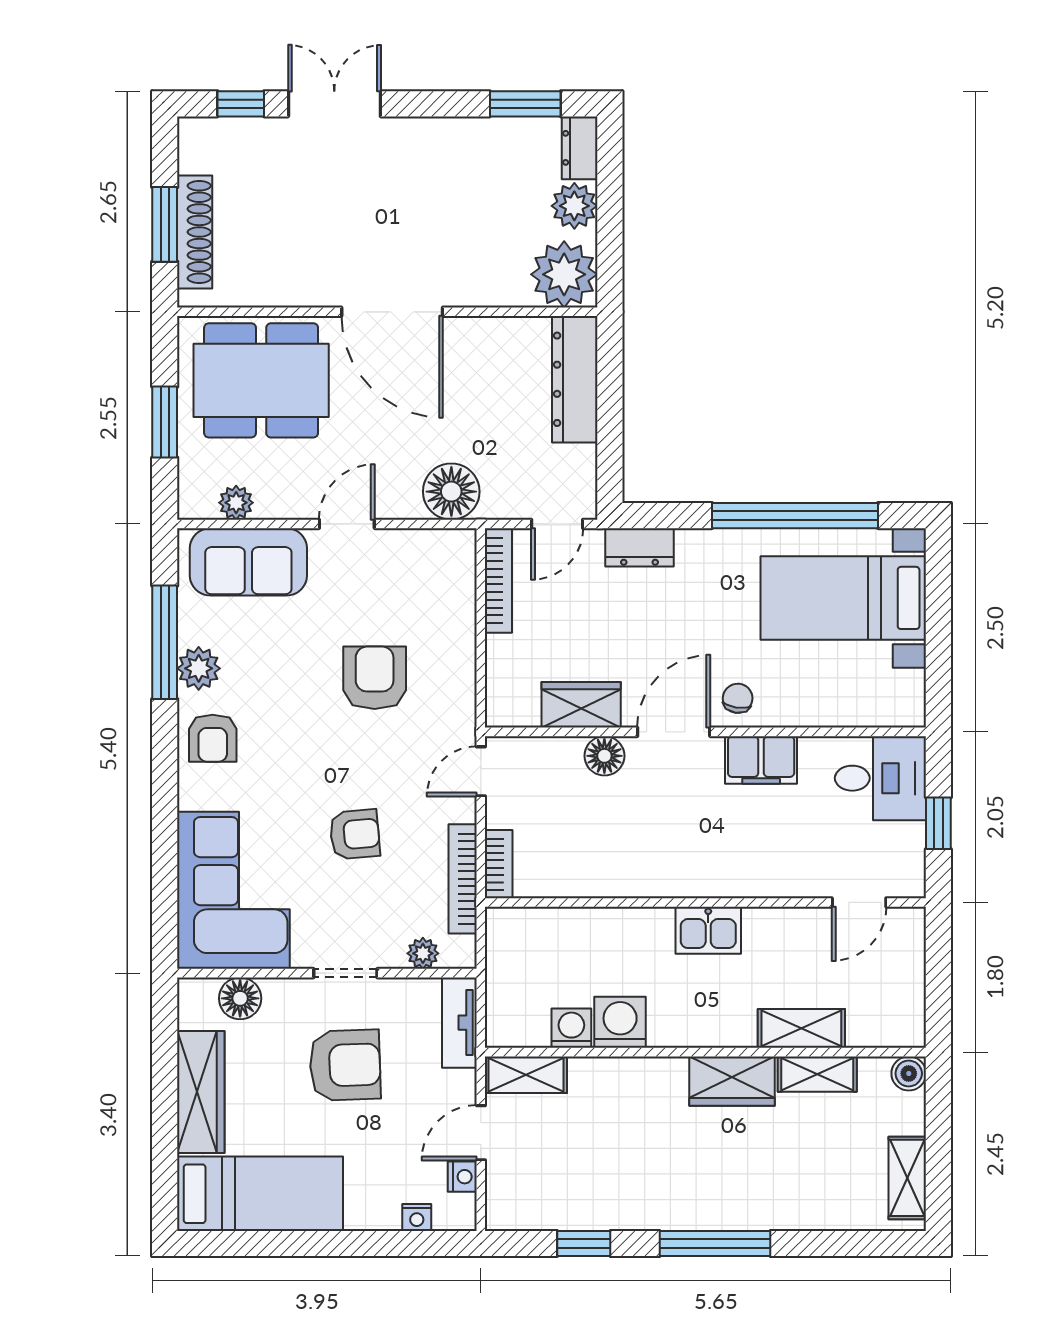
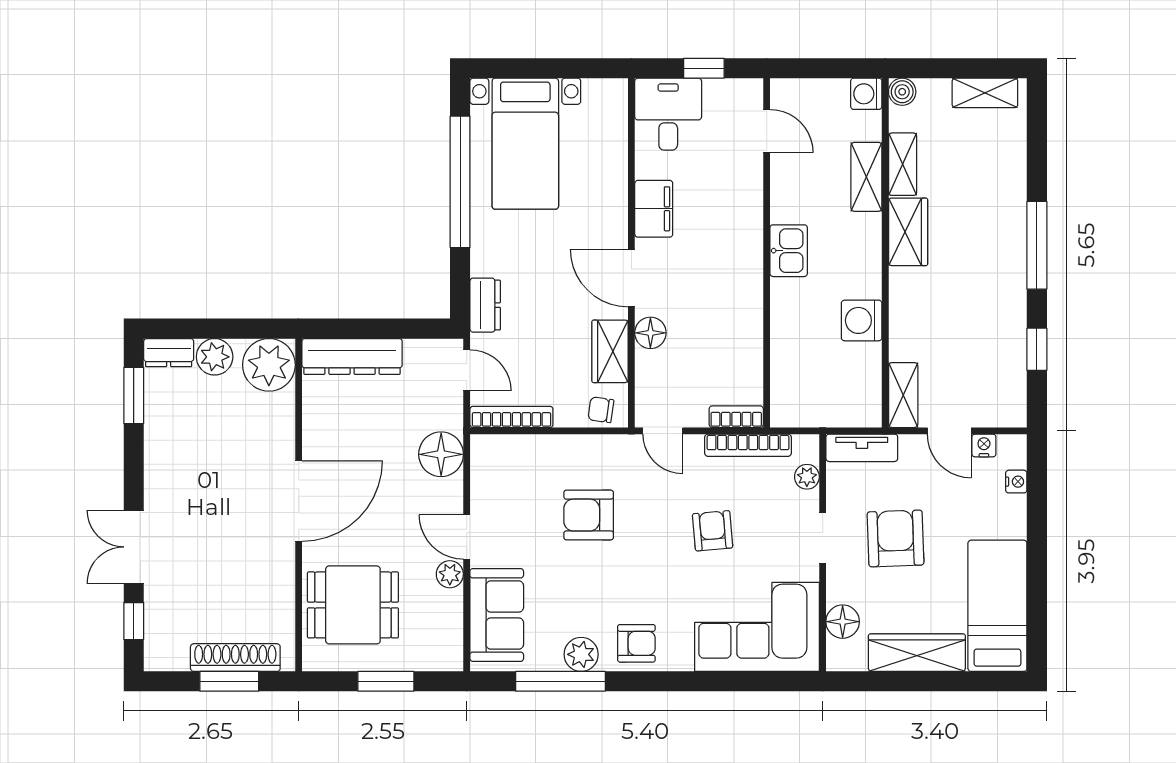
dining table: (261, 380) -> (353, 605), width x0.73
plant: (236, 503) -> (450, 574), moved
chair: (738, 698) -> (601, 410), moved
washing machine: (571, 1028) -> (866, 94), moved

